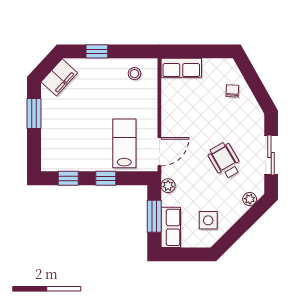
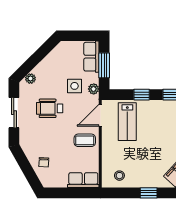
coffee table: (179, 119) -> (85, 140), added
wheelchair: (225, 161) -> (50, 108), turned 120
side table: (208, 220) -> (74, 86), moved

